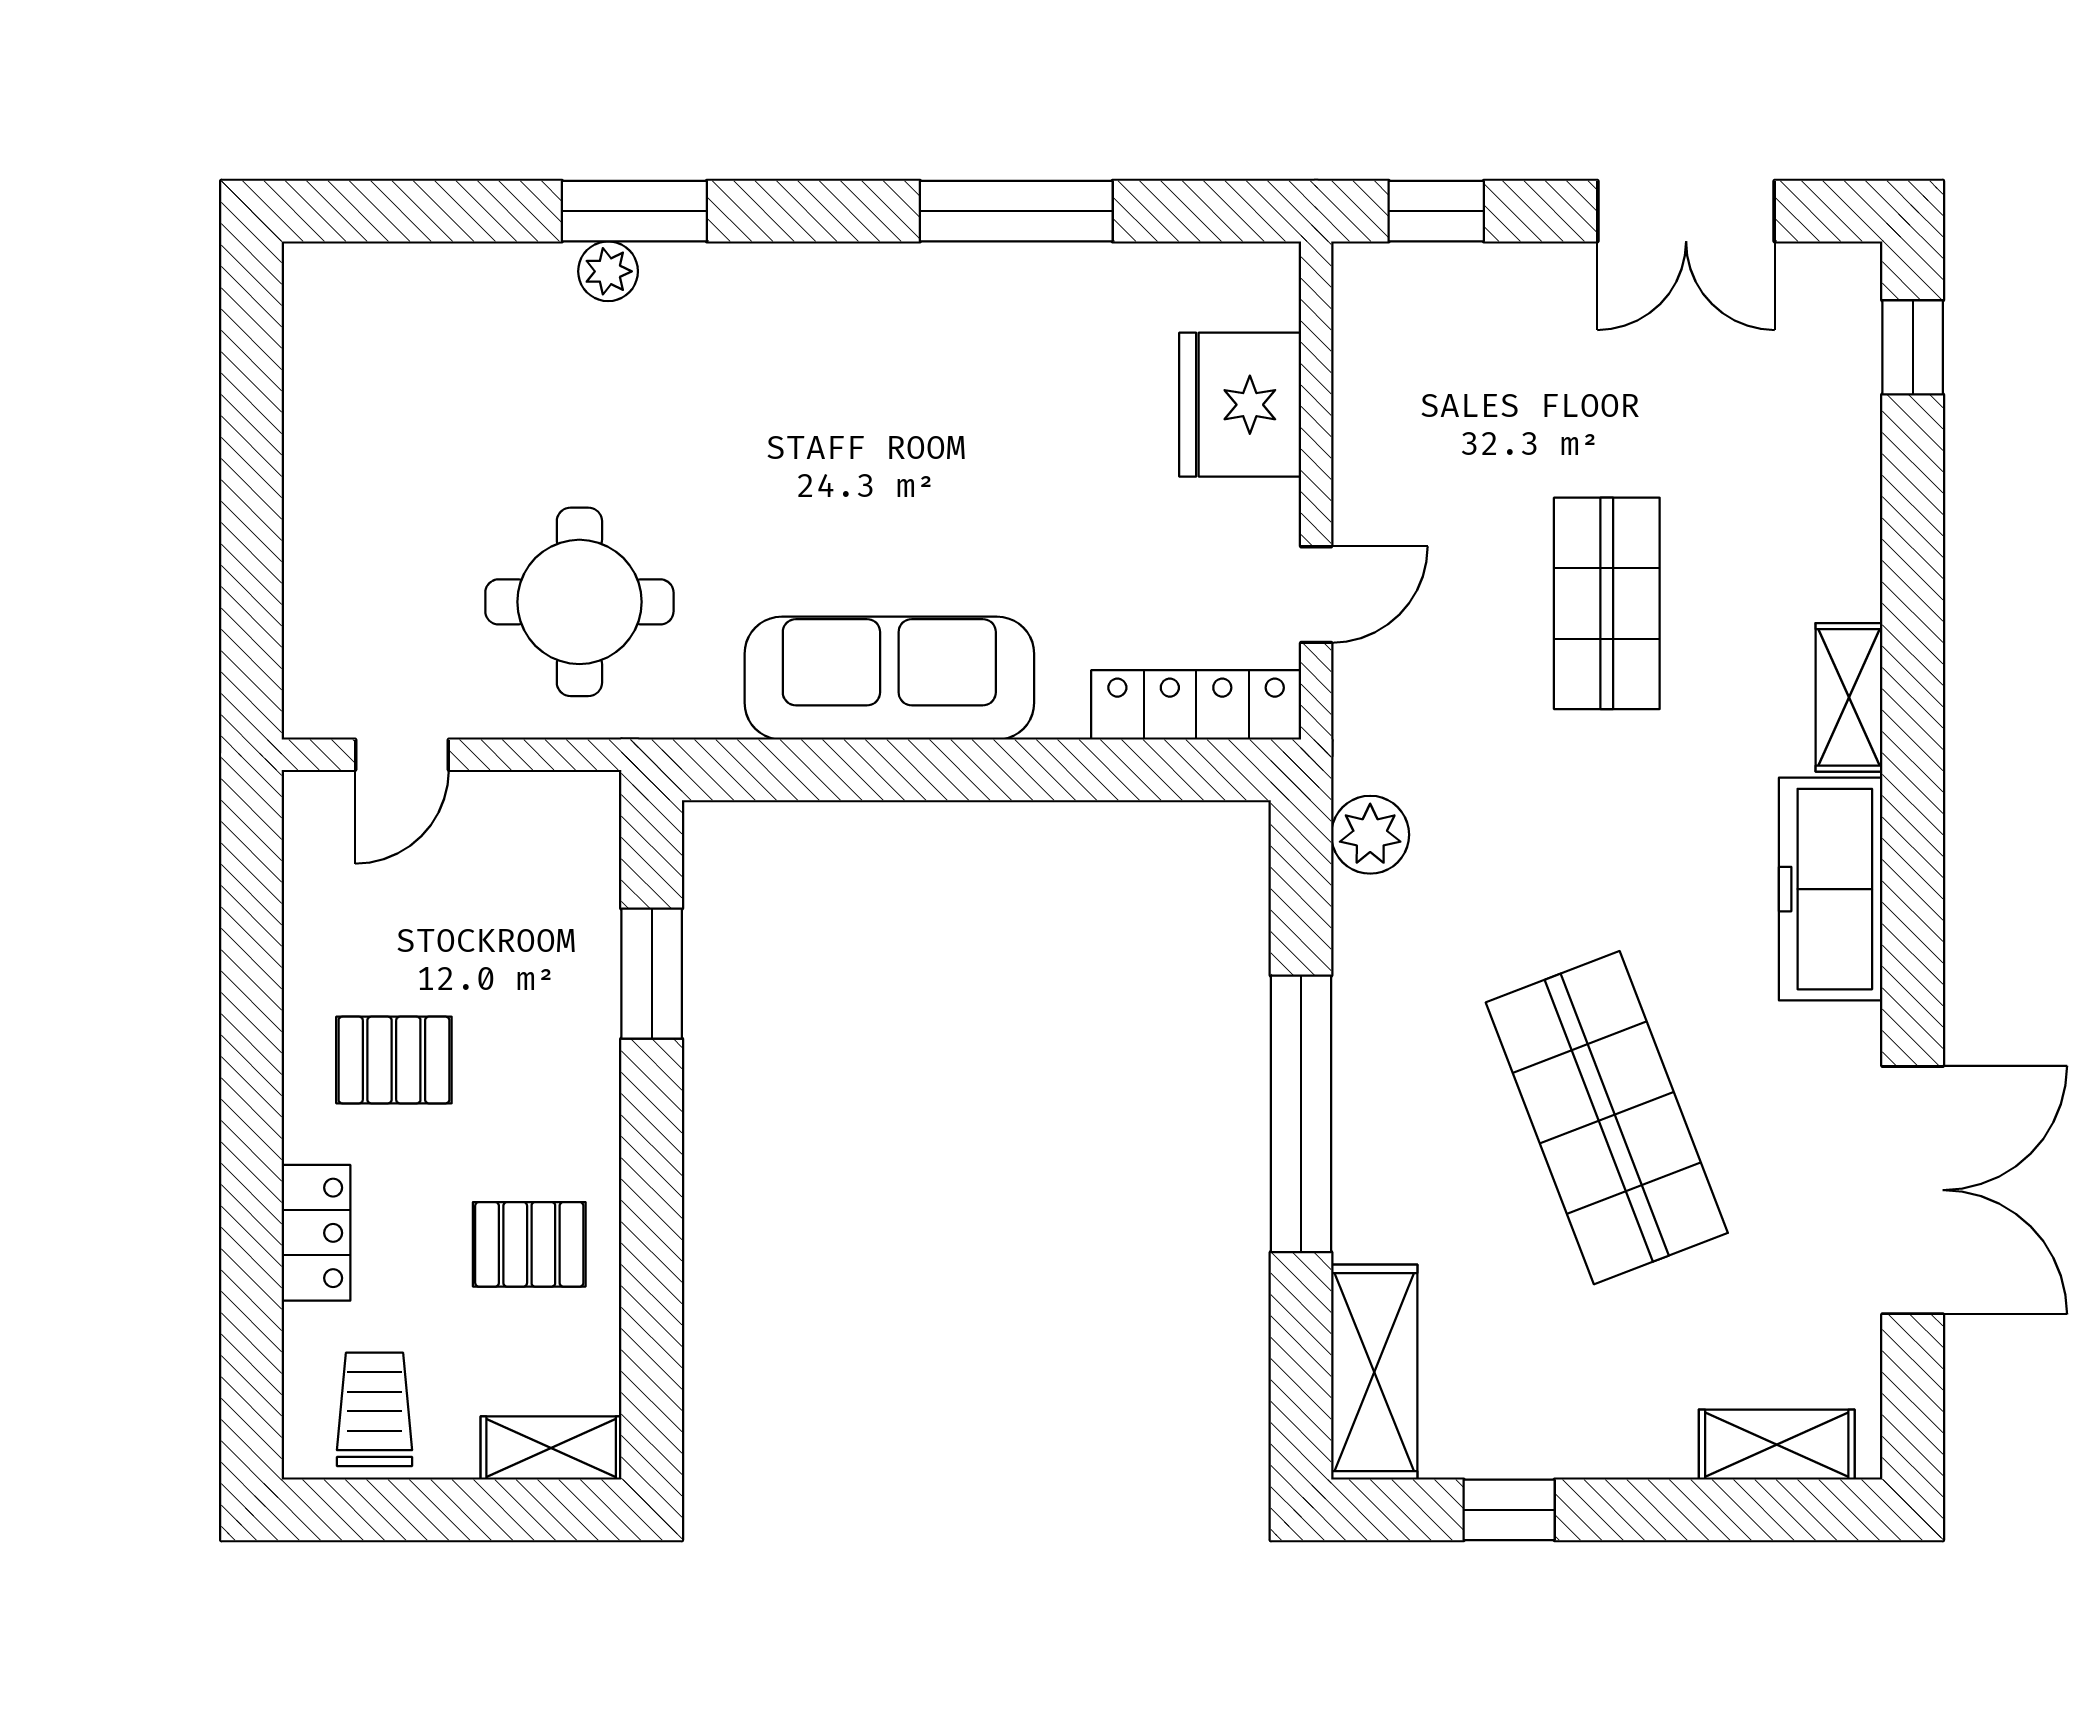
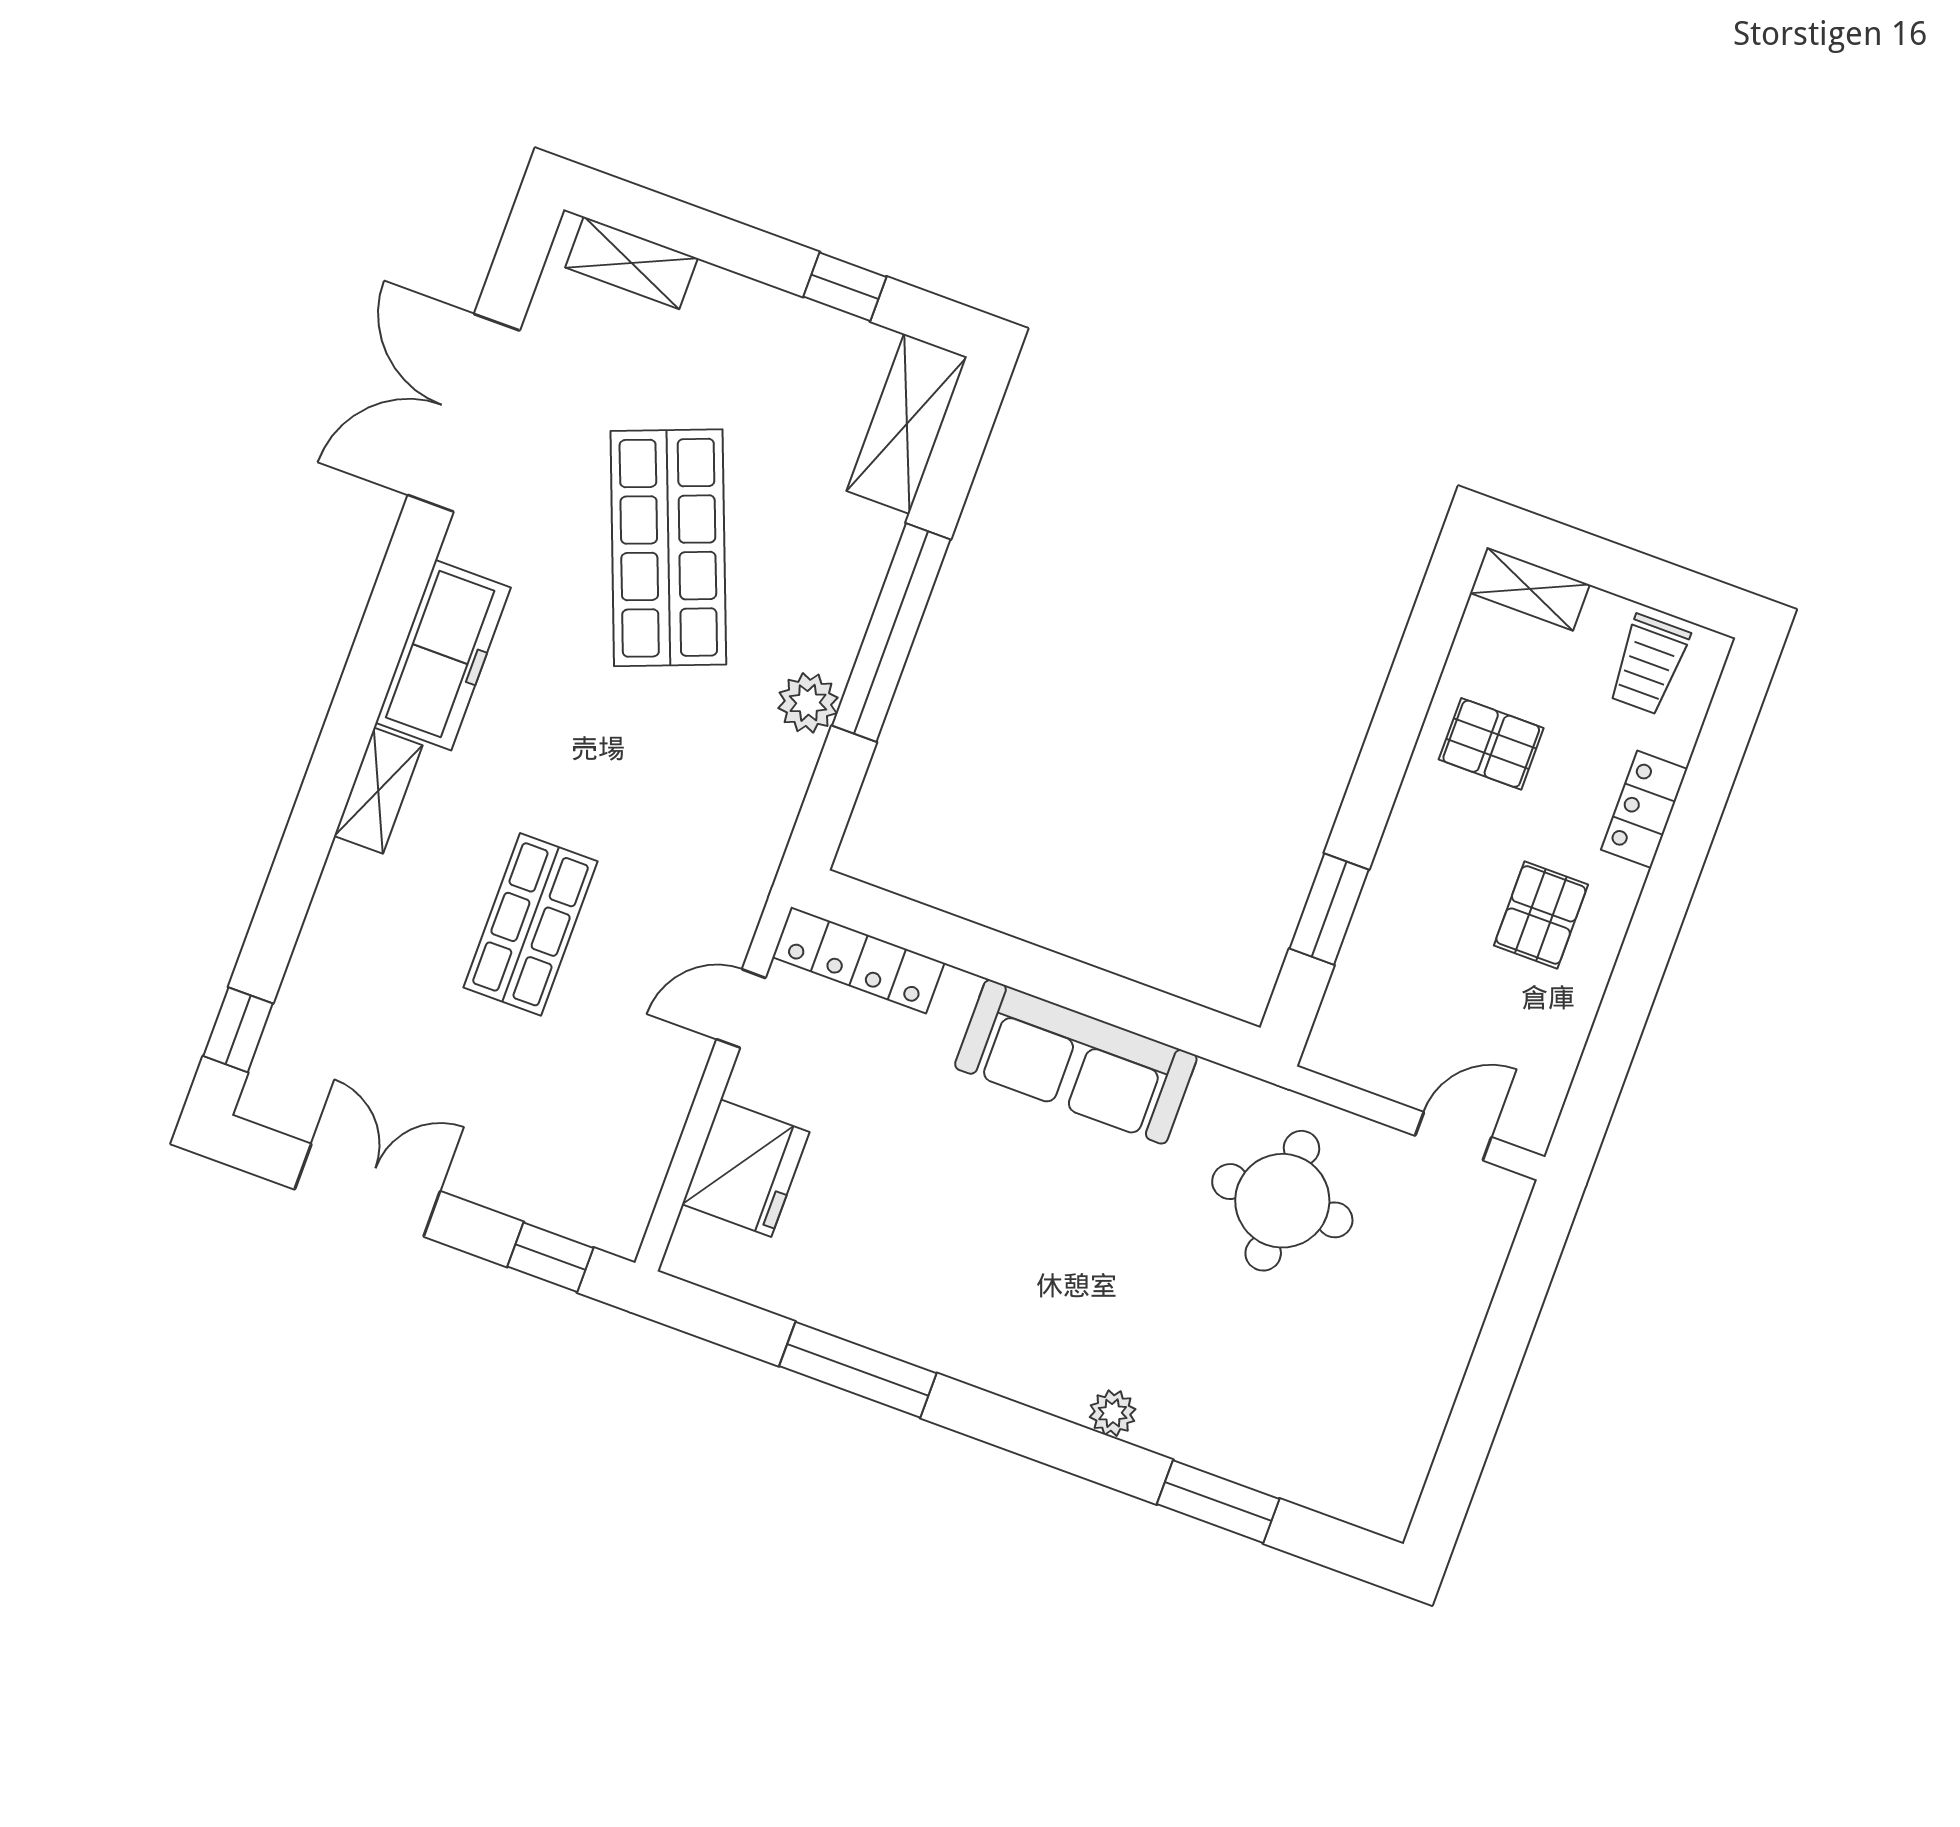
window: (634, 211) -> (1218, 1502), moved
plant: (608, 271) -> (1113, 1413), moved
plant: (1370, 835) -> (808, 703), moved
pallet: (394, 1060) -> (1541, 915), turned 90

